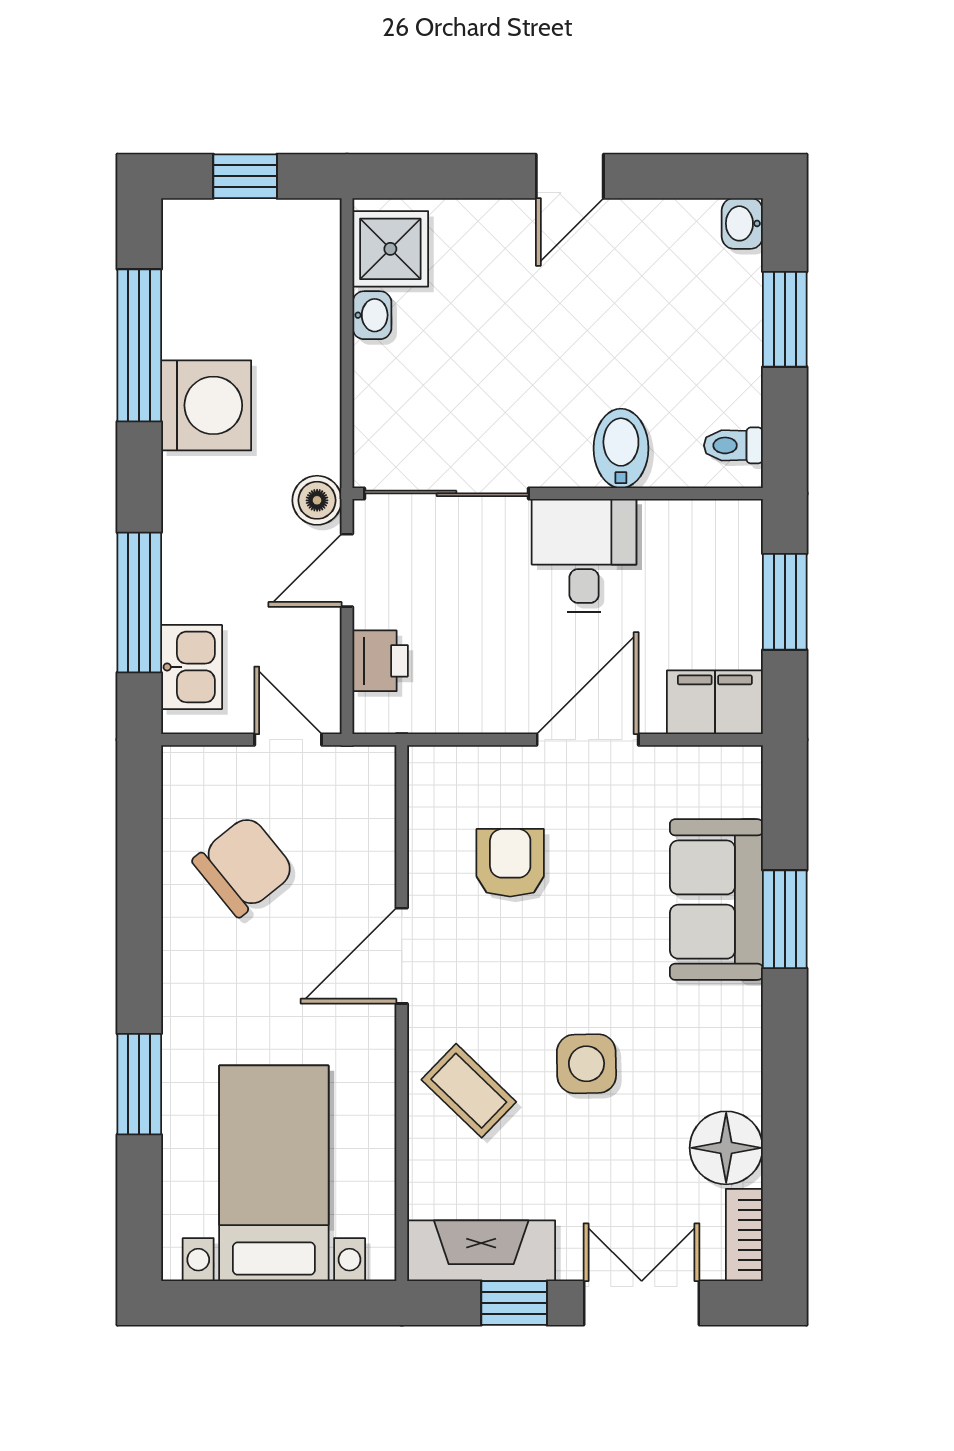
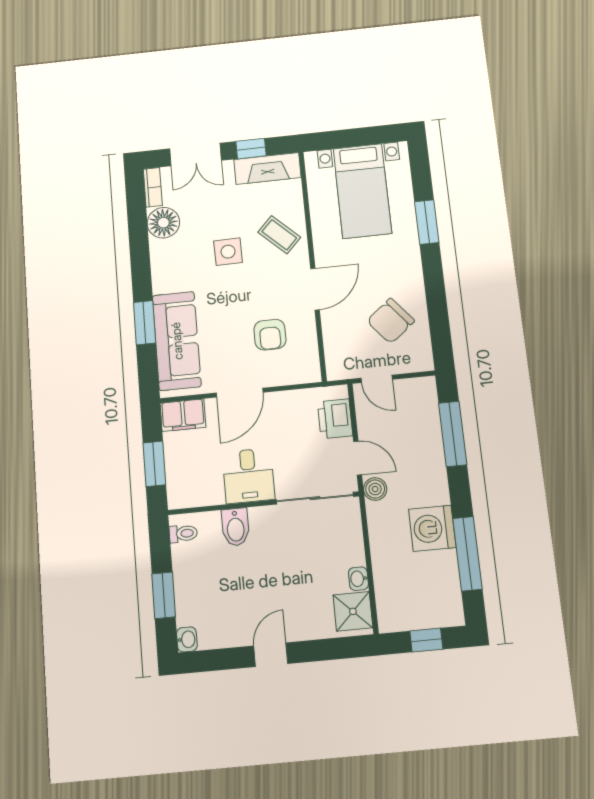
door: (347, 570) -> (358, 458), hinge flipped
printer: (380, 661) -> (335, 419), width x1.36, depth x1.24
kitchen sink: (192, 667) -> (425, 407), removed
sofa: (716, 900) -> (177, 341), width x1.36

